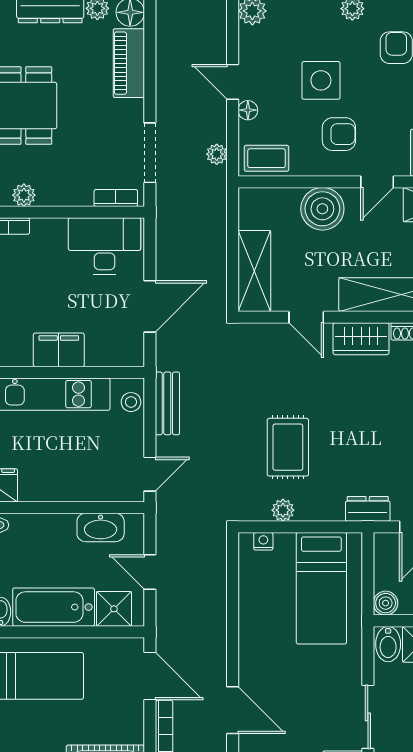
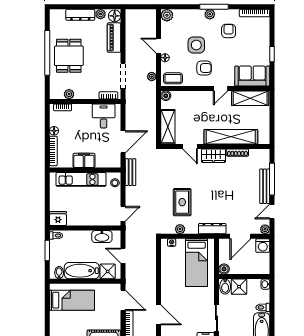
boiler: (322, 209) -> (166, 96), moved, width x0.54, depth x0.54
desk: (105, 246) -> (104, 116), width x0.73
bench: (167, 403) -> (131, 172), moved
dresser: (368, 509) -> (212, 229), width x1.44

